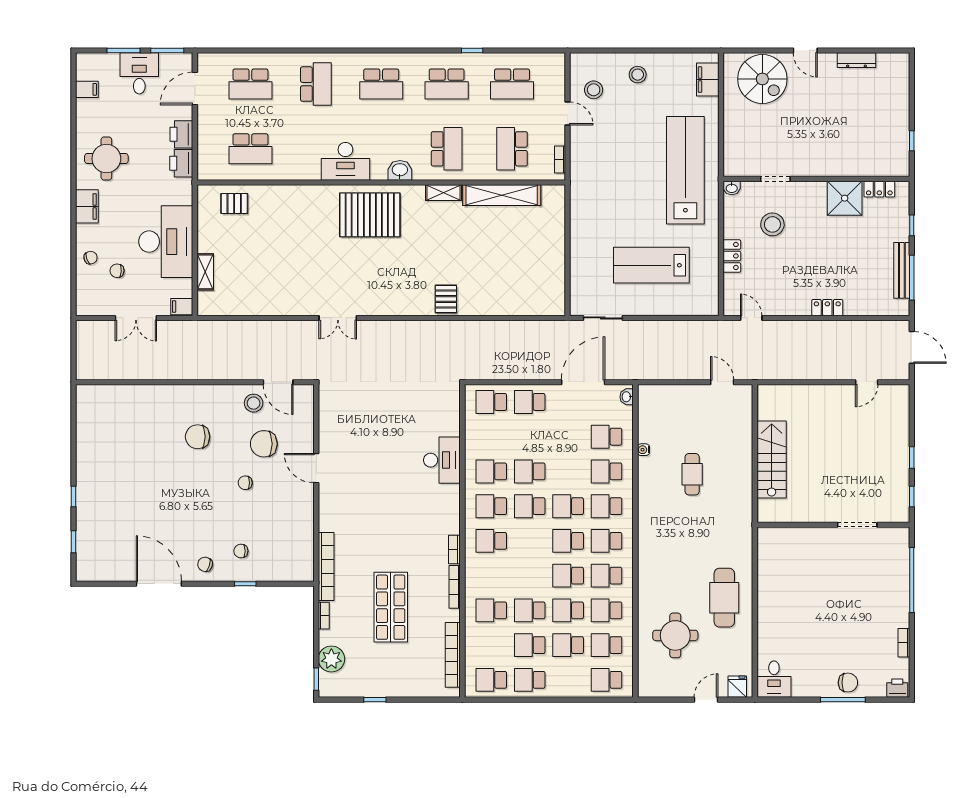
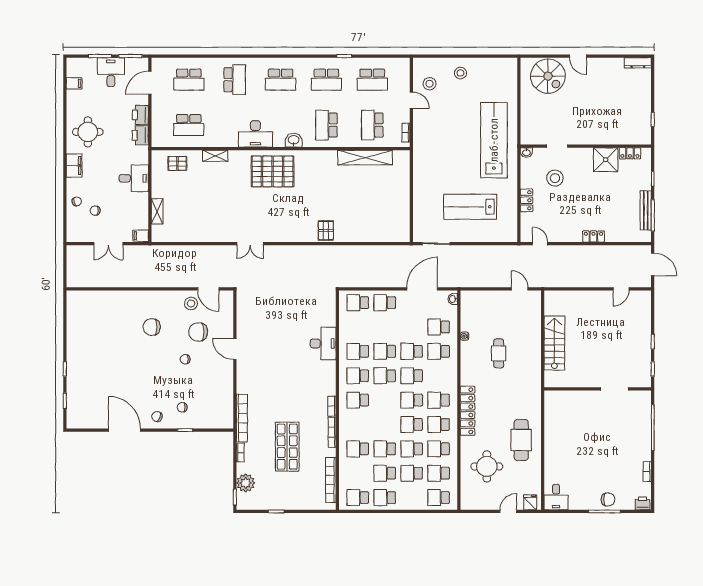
dresser: (856, 60) -> (638, 63), moved
filing cabinet: (708, 80) -> (510, 77), removed
school desk: (447, 149) -> (326, 125), turned 180
shelving: (444, 193) -> (215, 156), moved
desk: (166, 242) -> (134, 178), width x0.53, depth x0.77
school desk: (607, 506) -> (412, 351), moved
locker: (648, 556) -> (468, 411), added

